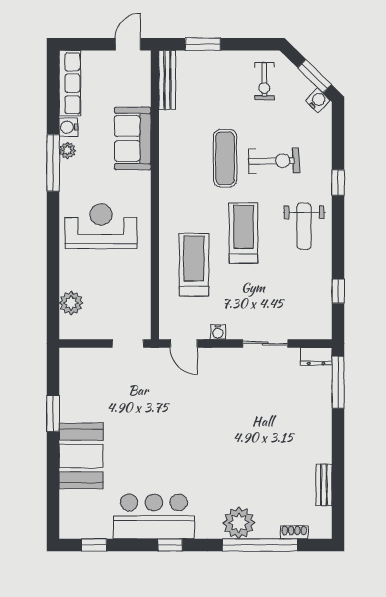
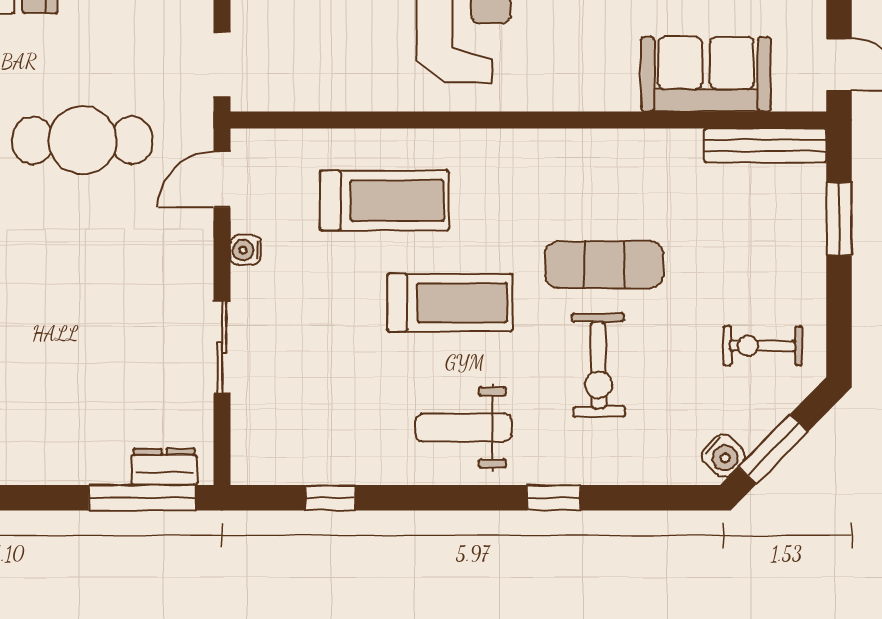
sofa: (133, 138) -> (706, 74), moved
dresser: (316, 356) -> (164, 467), moved, turned 90
cafe table: (165, 411) -> (82, 140), added

